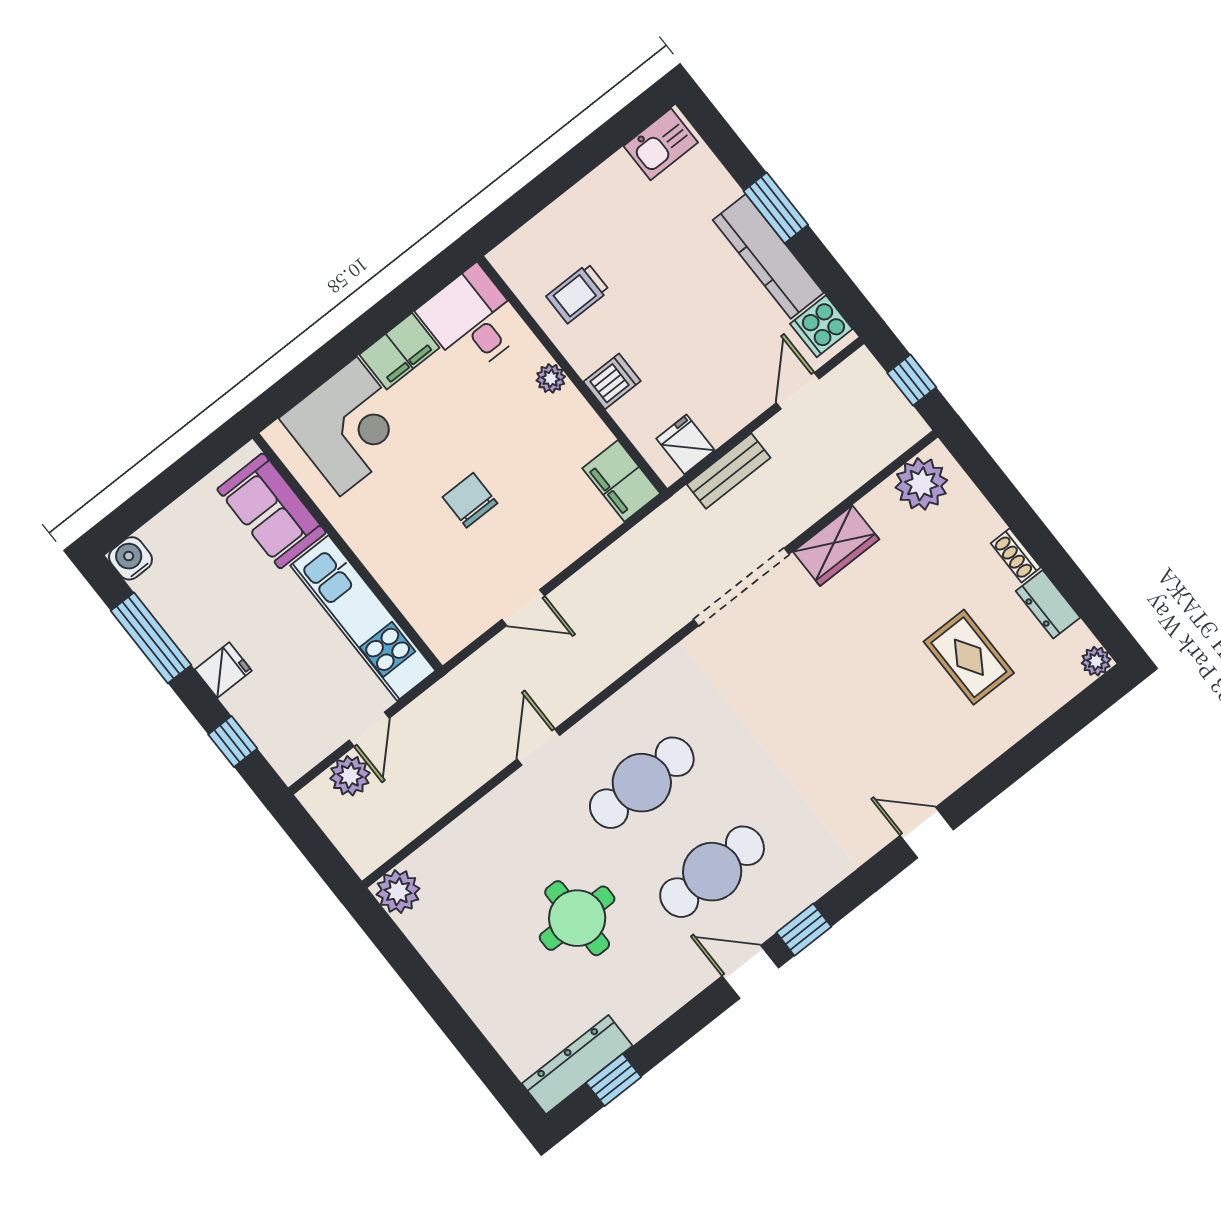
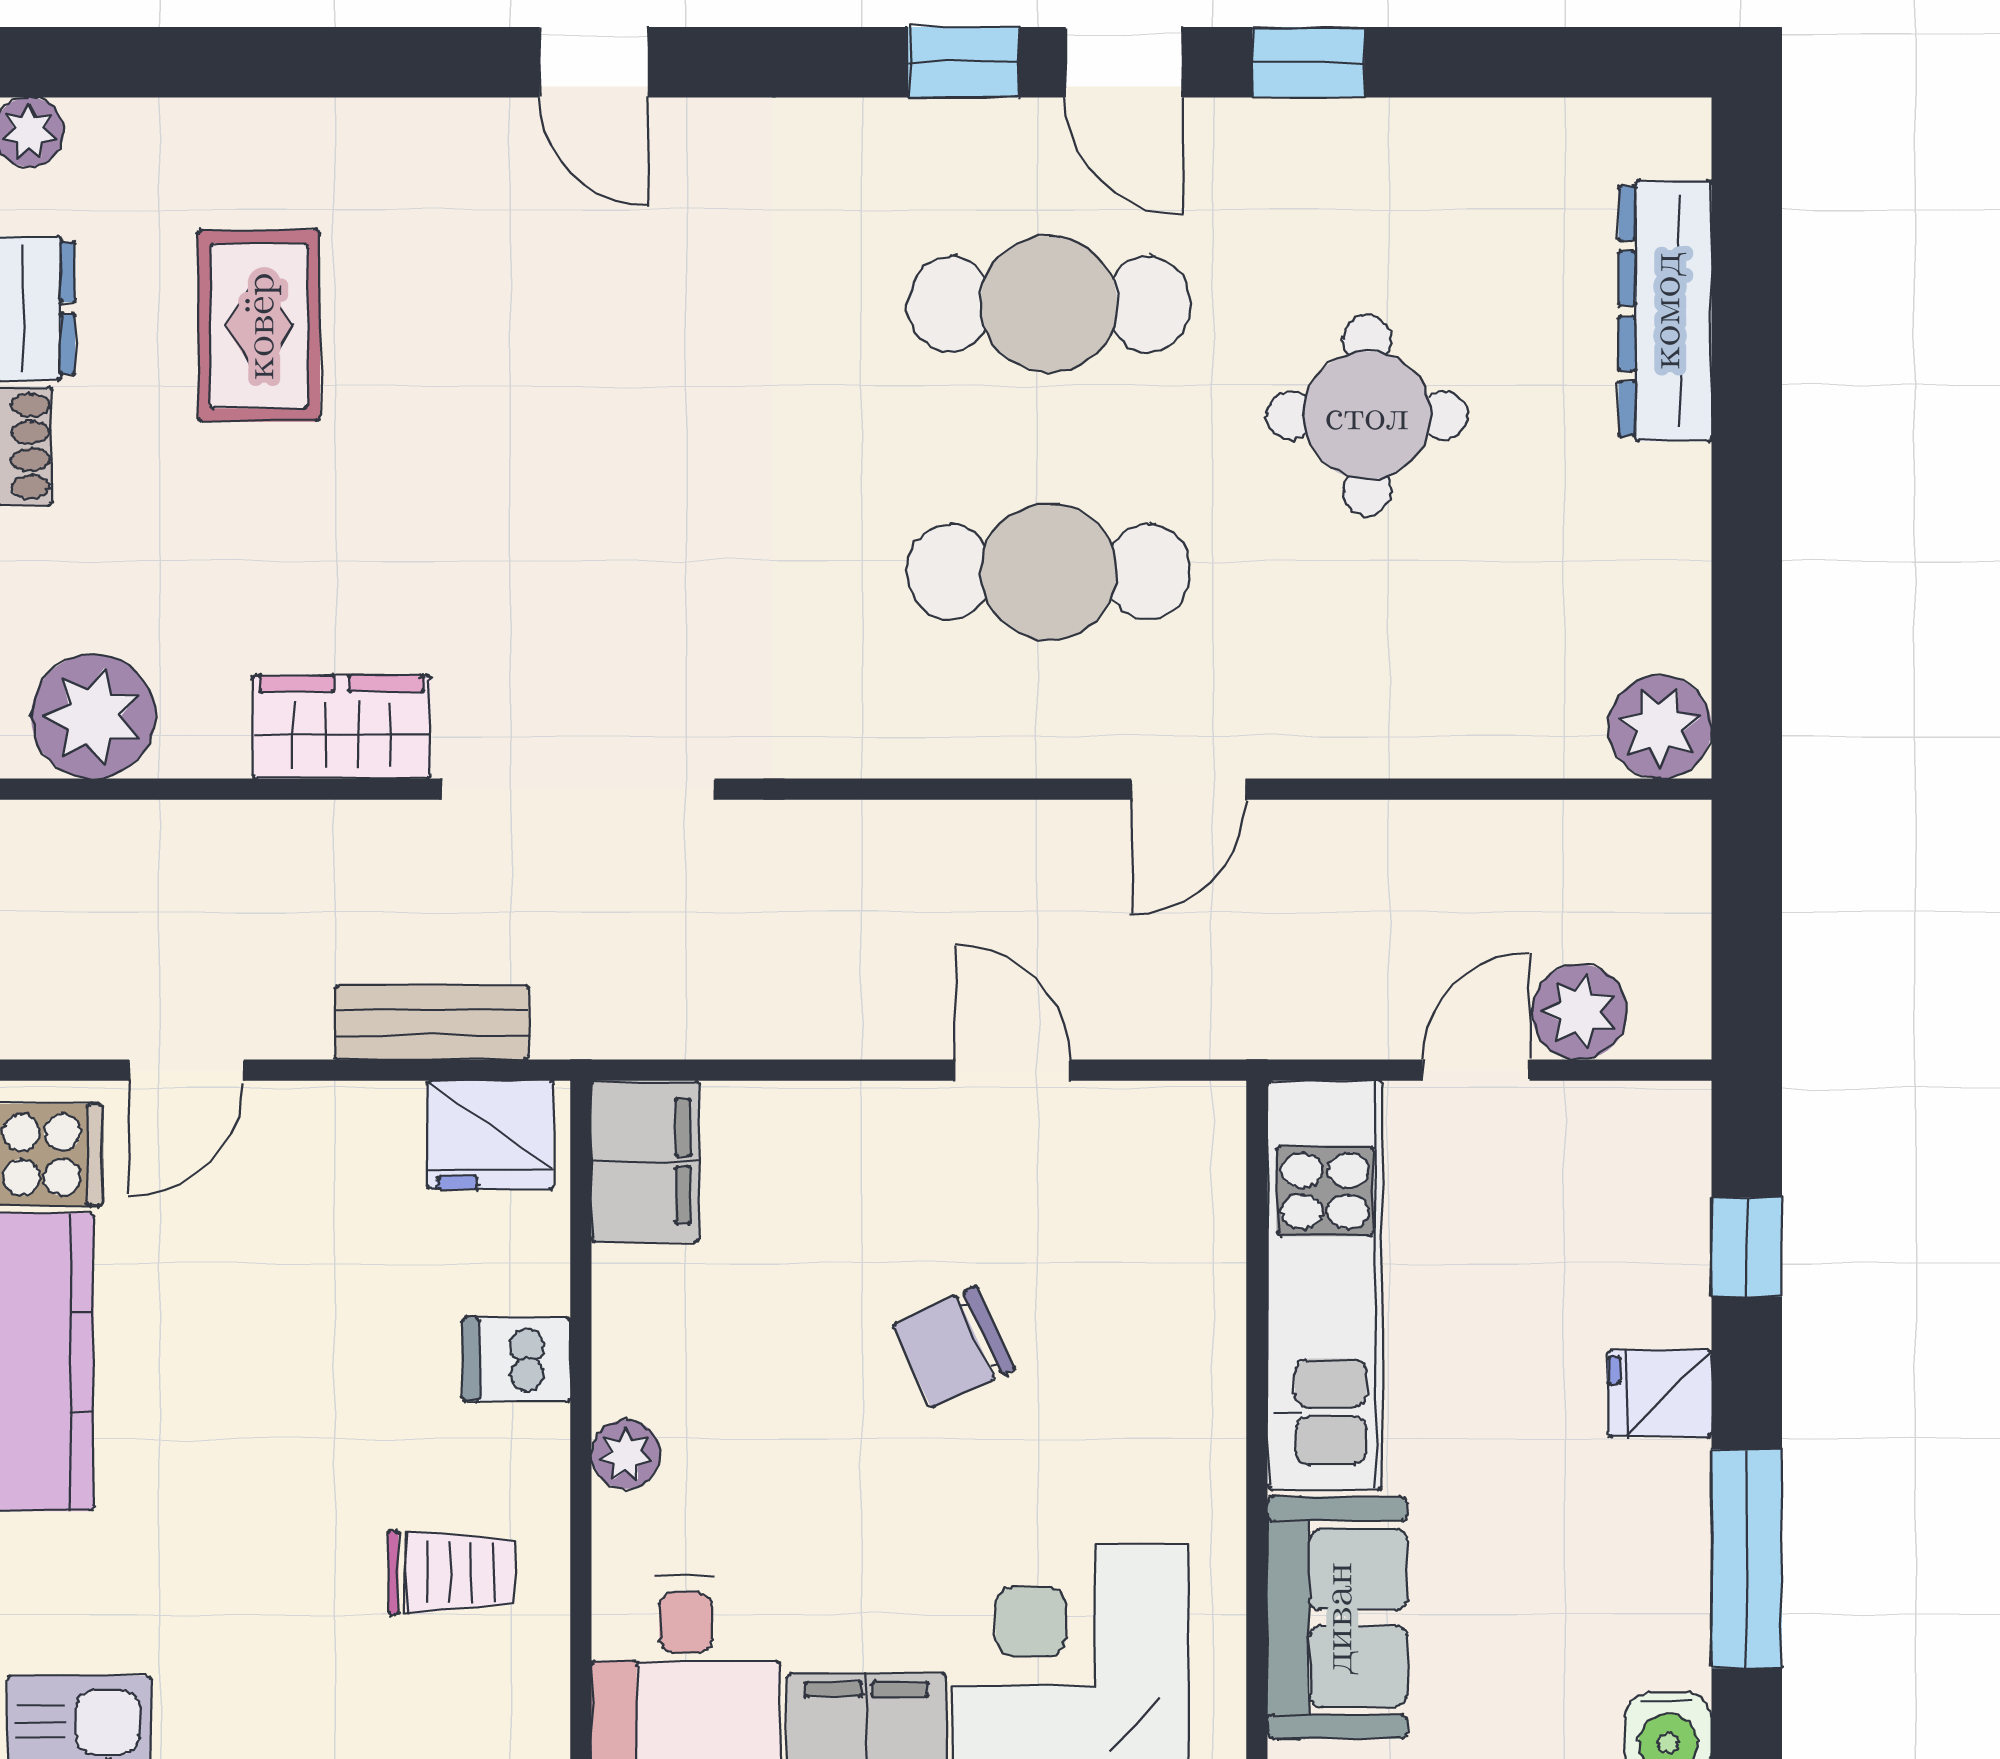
fridge: (686, 444) -> (490, 1135), width x1.38
chair: (470, 500) -> (954, 1347), turned 65
dresser: (577, 1065) -> (1665, 311), moved, turned 90
window: (614, 1080) -> (1308, 62), moved

